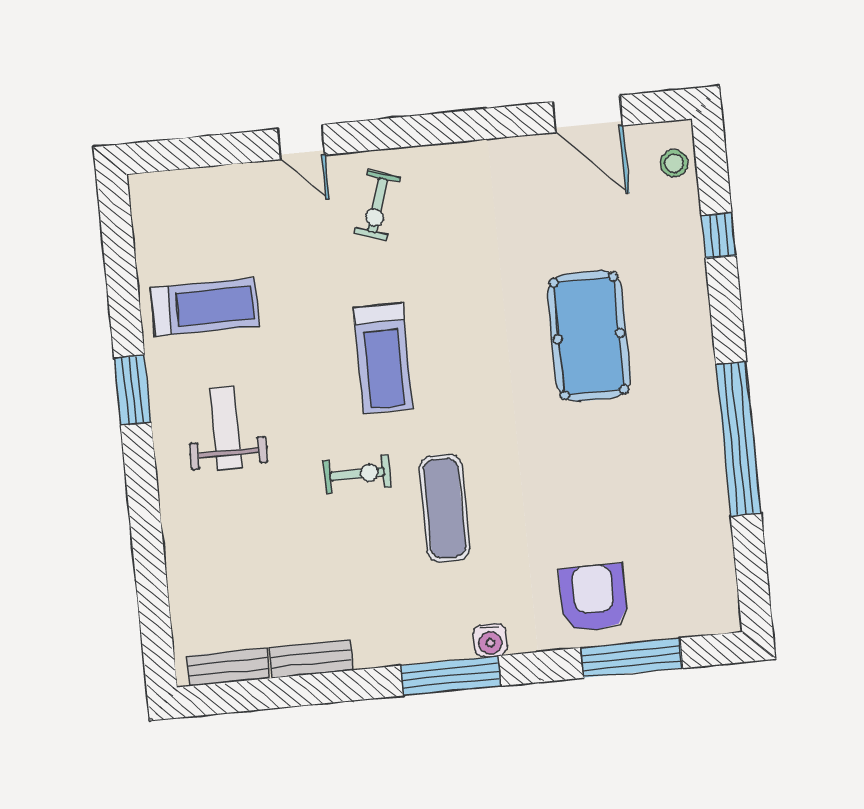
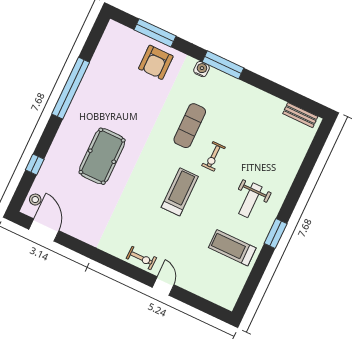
door: (588, 114) -> (44, 230), moved
exercise bike: (377, 205) -> (141, 258), moved, turned 72
exercise bike: (357, 474) -> (214, 156), turned -90
bench: (311, 659) -> (269, 100), removed

